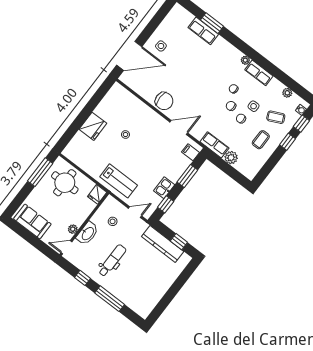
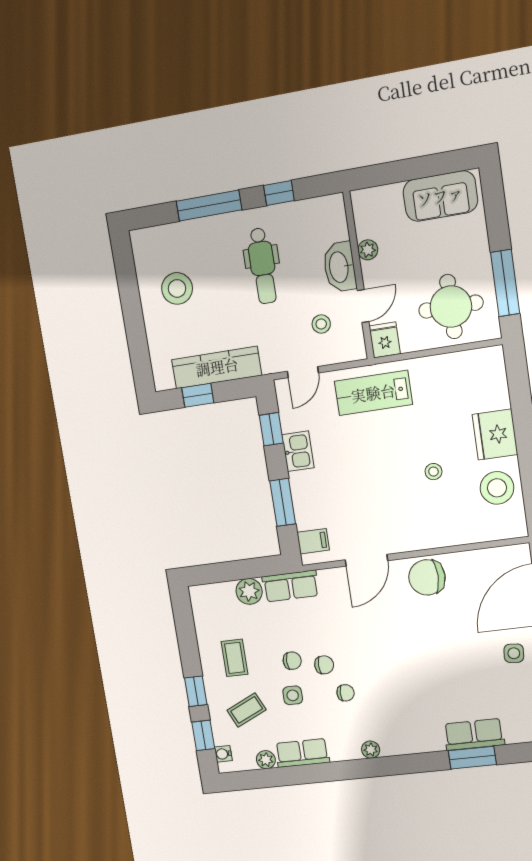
row of seats: (259, 73) -> (302, 753), moved
stool: (110, 108) -> (497, 488), added
door: (66, 247) -> (363, 306), moved
stool: (149, 284) -> (177, 288), added

